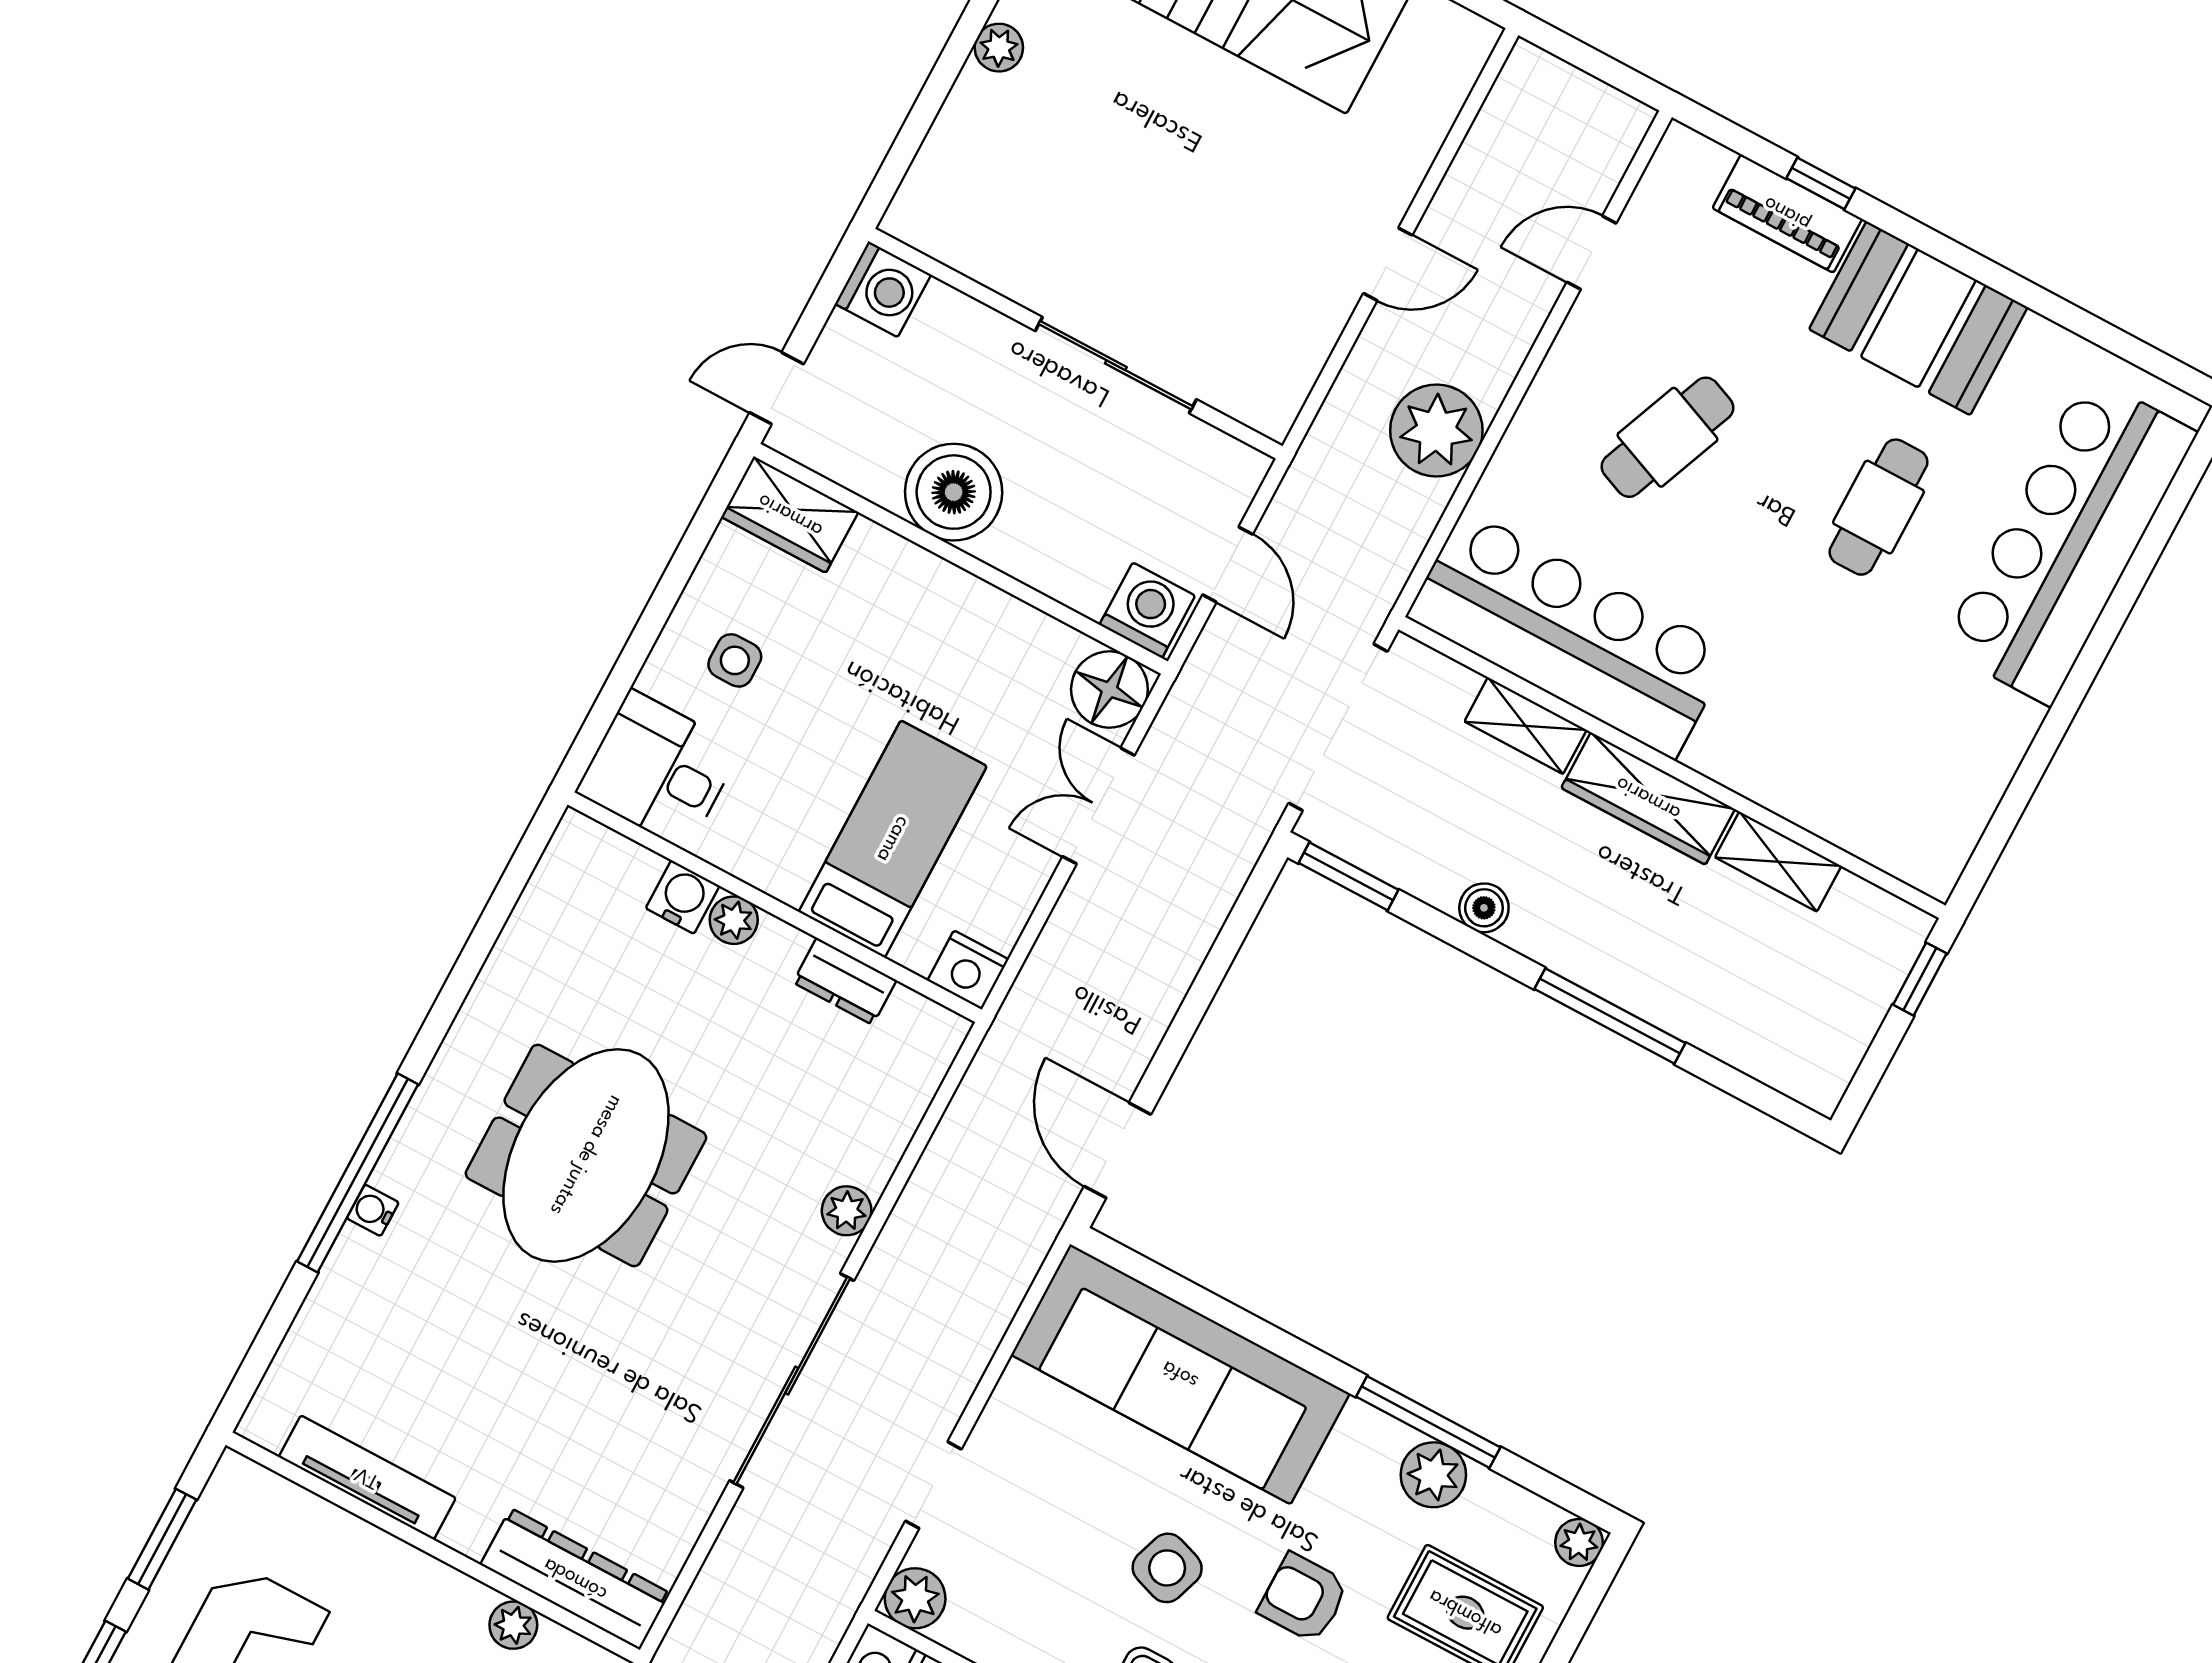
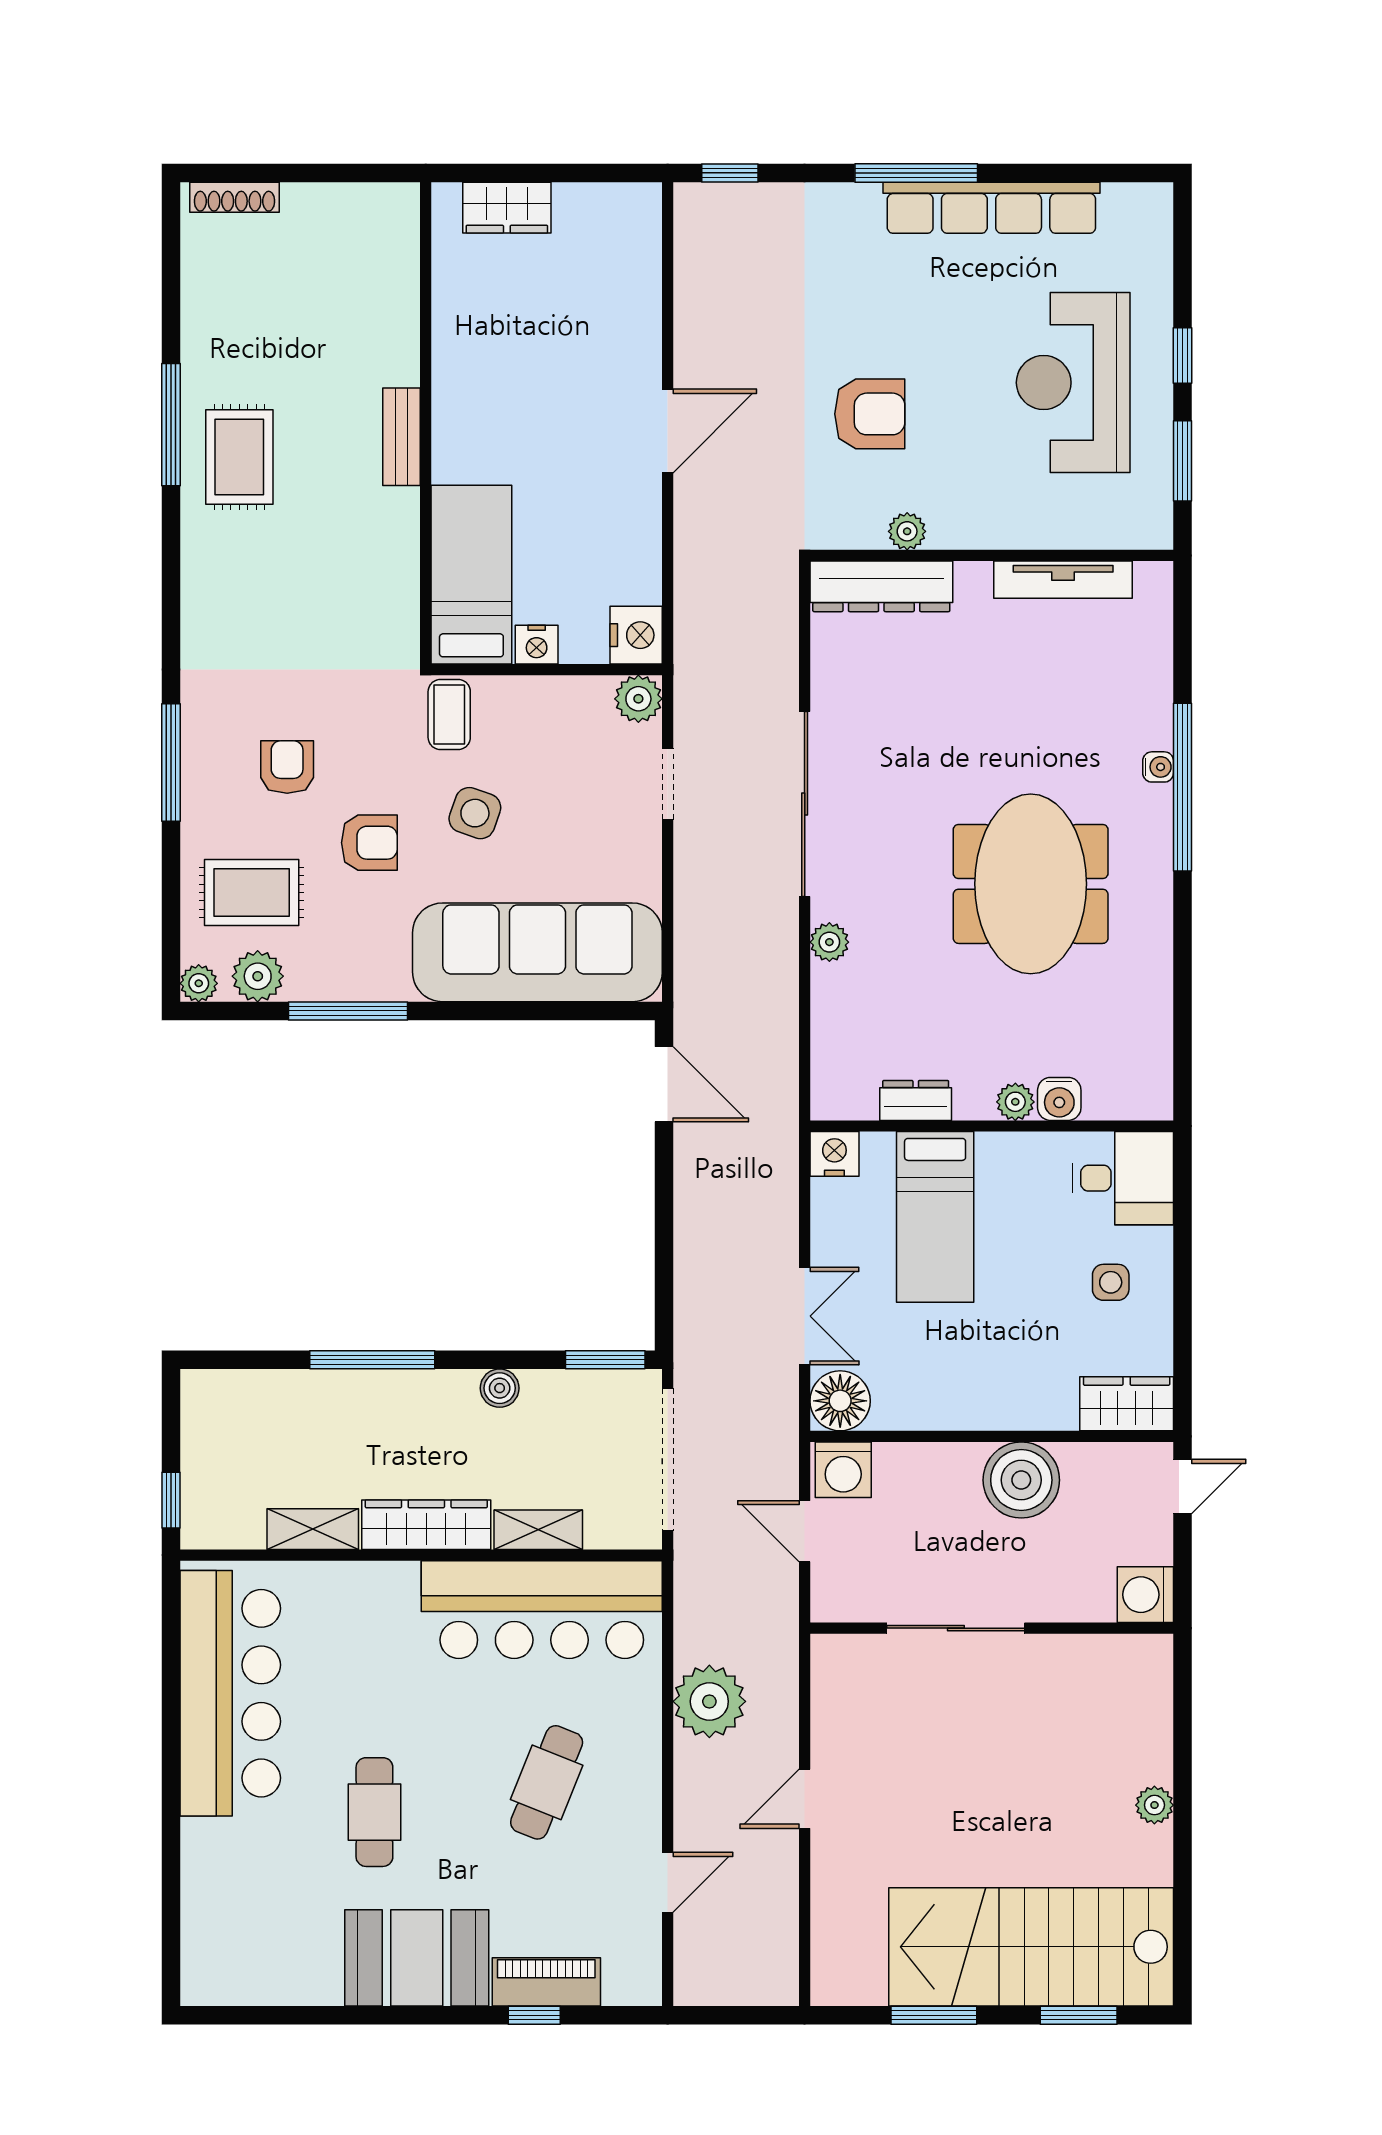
bar counter: (2069, 540) -> (230, 1693), moved
plant: (1433, 1475) -> (258, 976), moved

